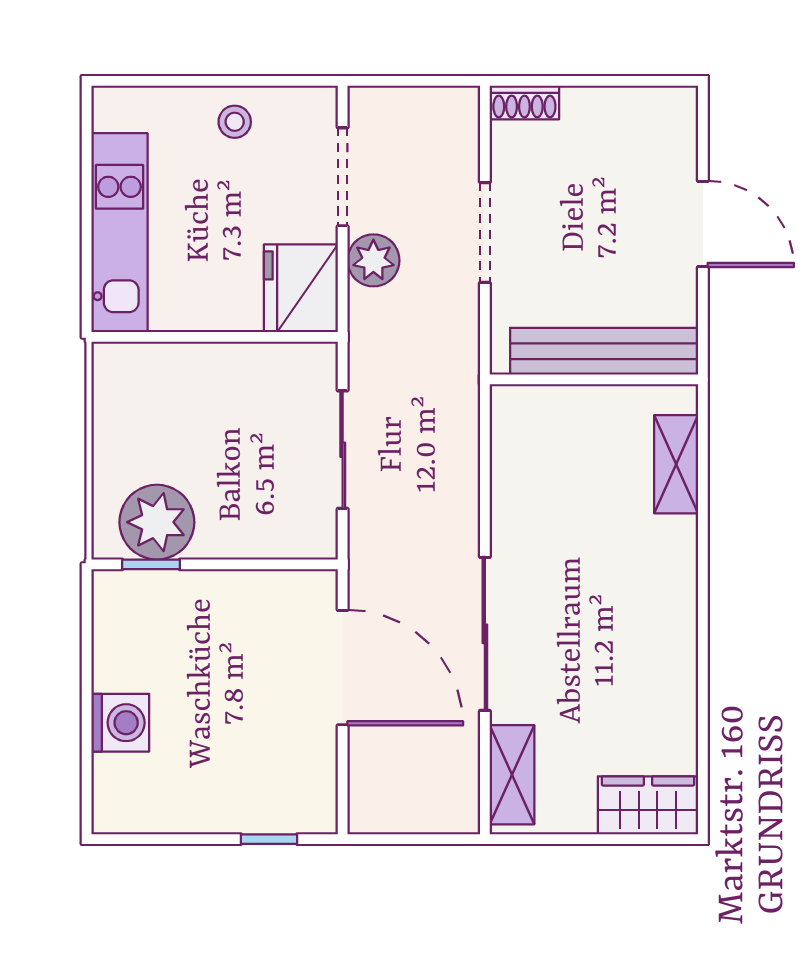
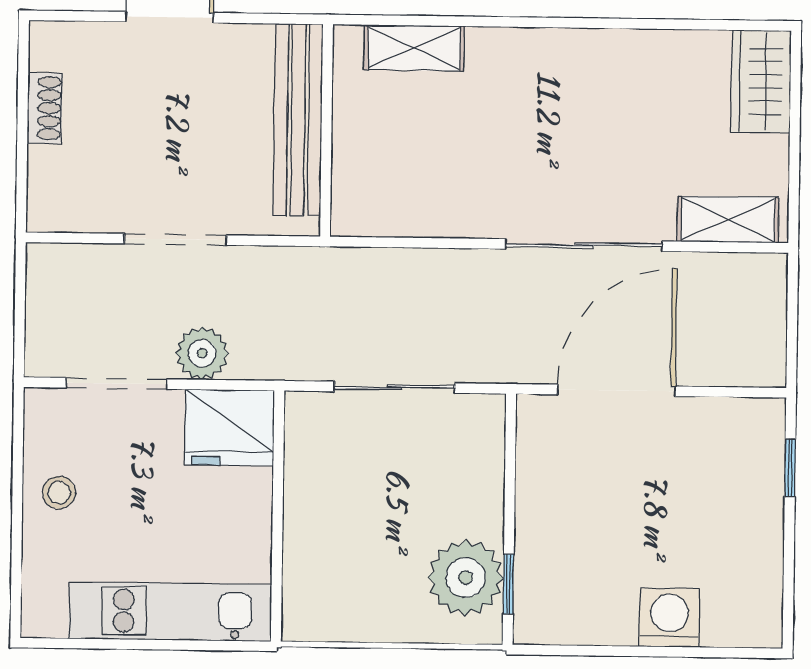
shoe rack: (524, 102) -> (45, 108), moved

